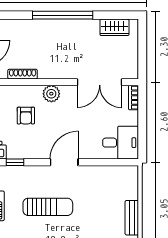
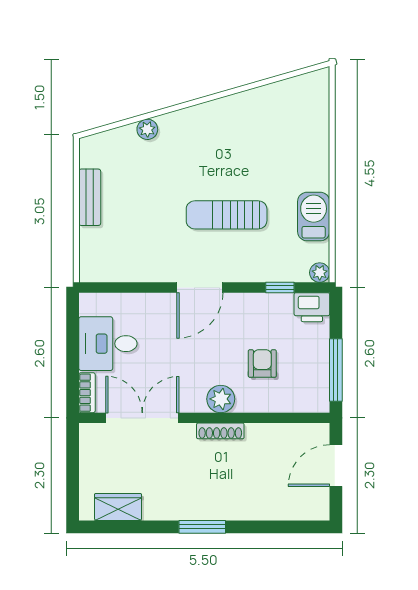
window: (63, 15) -> (202, 527), width x0.47
shoe rack: (23, 74) -> (220, 431), moved
desk: (121, 143) -> (108, 344), moved

